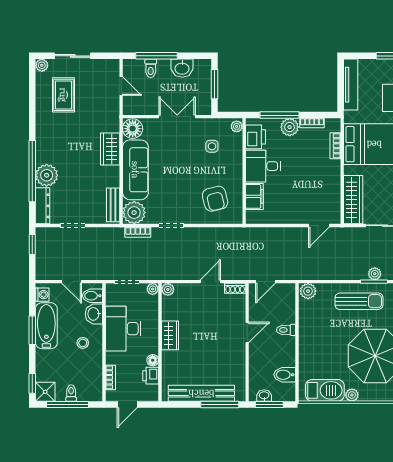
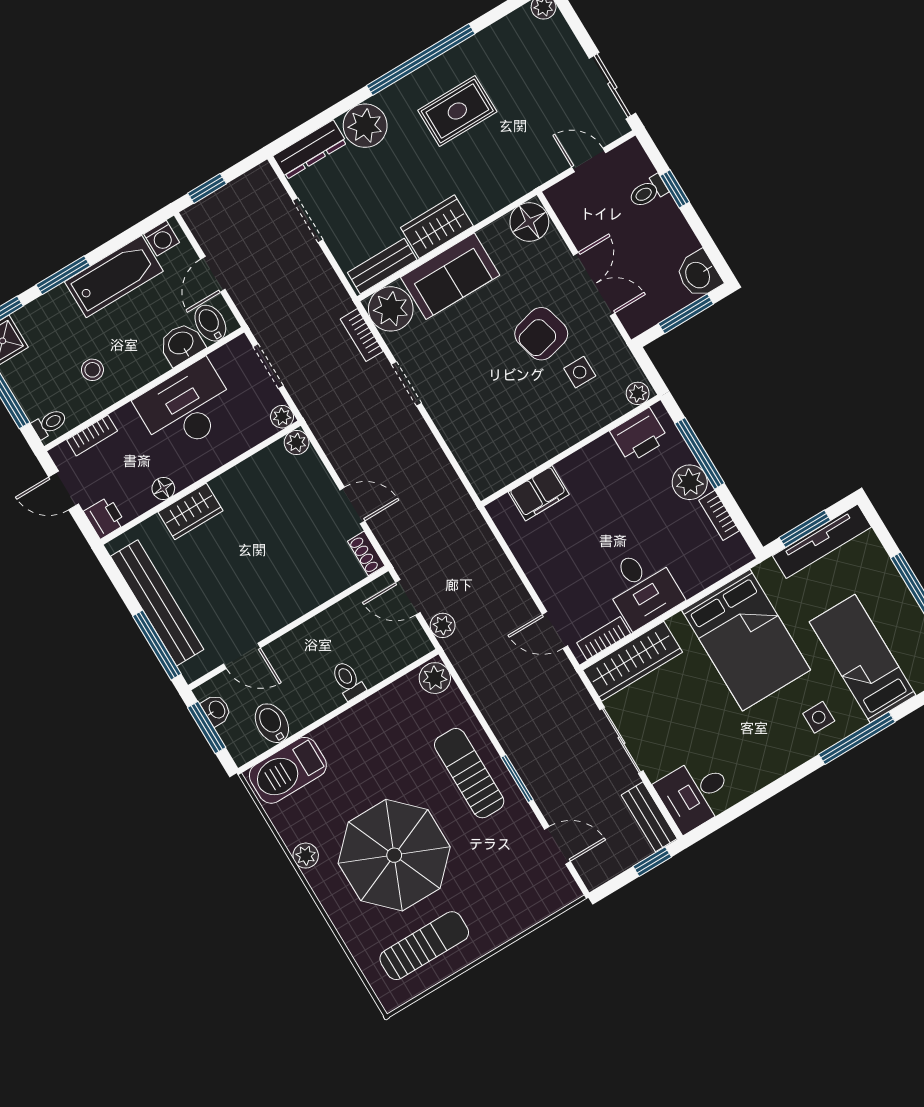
sliding door: (73, 56) -> (612, 86), moved
window: (157, 56) -> (675, 189), width x0.46
washbasin: (182, 68) -> (699, 275), moved
door: (121, 86) -> (589, 160), swing flipped
window: (341, 89) -> (805, 529), added
rug: (63, 95) -> (457, 111), moved
bookcase: (335, 146) -> (604, 638), moved
wardrobe: (110, 149) -> (437, 227), moved
desk: (263, 166) -> (642, 588), moved, turned 180
sofa: (135, 170) -> (450, 276), width x0.73
window: (32, 171) -> (421, 60), moved
armchair: (215, 199) -> (541, 334), moved
window: (32, 245) -> (207, 188), moved
plant: (375, 274) -> (443, 625), moved
sun lounger: (359, 301) -> (469, 773), turned 180
window: (32, 330) -> (63, 275), moved
door: (247, 332) -> (242, 656), moved
wardrobe: (170, 335) -> (191, 511), moved
stool: (83, 343) -> (92, 370), moved
printer: (151, 376) -> (105, 518), moved, turned 90
barbecue: (325, 390) -> (288, 770), moved, turned 90
toilet: (71, 393) -> (49, 423), moved

